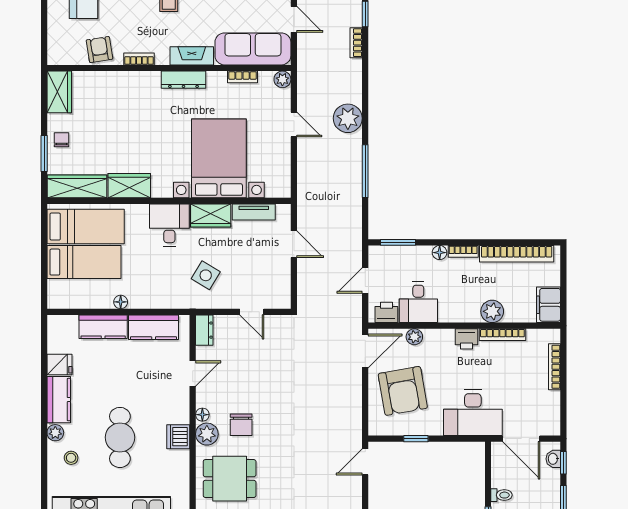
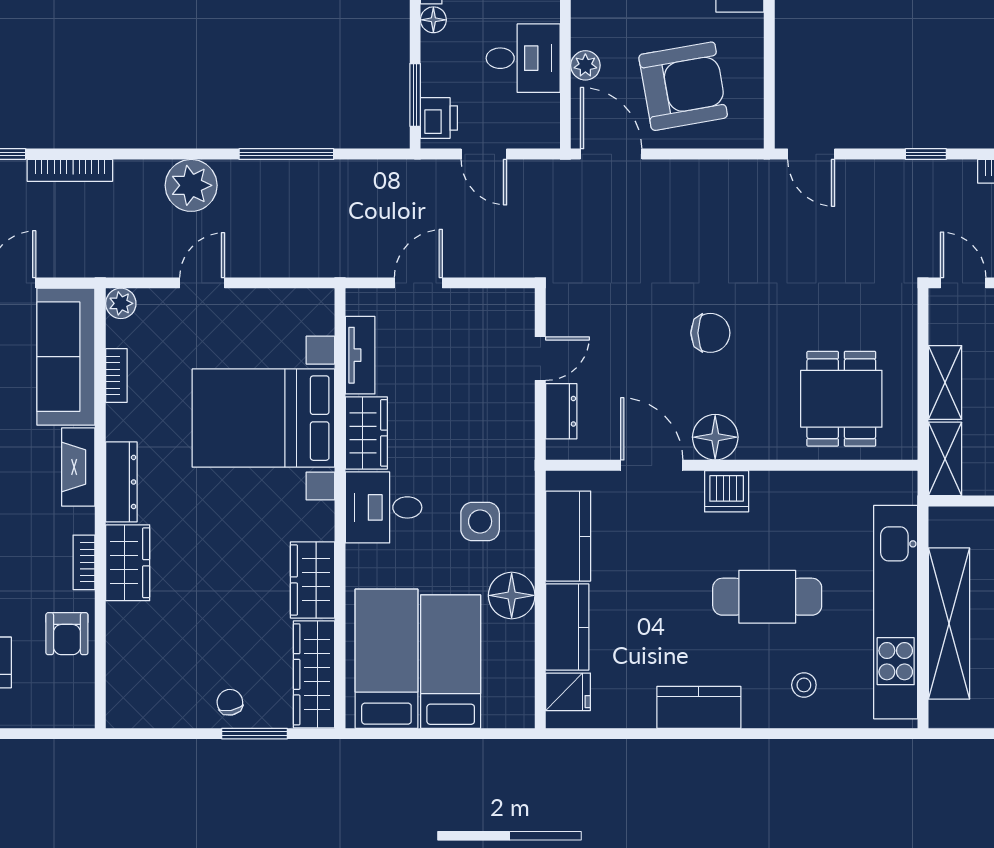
bookcase: (356, 43) -> (70, 170), width x1.56
armchair: (99, 50) -> (67, 634), turned -81
wardrobe: (59, 92) -> (128, 563), moved, turned 90
chair: (61, 140) -> (230, 702), turned 79
side table: (206, 275) -> (480, 521), moved, turned -31
floor lamp: (121, 302) -> (512, 595), width x1.89, depth x1.89
printer: (386, 312) -> (439, 118), moved, turned 180
dresser: (204, 330) -> (561, 411), moved, turned 90
fridge: (59, 364) -> (568, 692), moved, turned 90
door: (193, 374) -> (652, 465), width x1.38
floor lamp: (202, 415) -> (715, 437), width x1.89, depth x1.89
chair: (241, 425) -> (710, 333), moved
plant: (55, 433) -> (759, 713), removed
plant: (207, 434) -> (761, 440), removed
dishwasher: (178, 437) -> (727, 491), moved
window: (416, 439) -> (769, 62), removed

